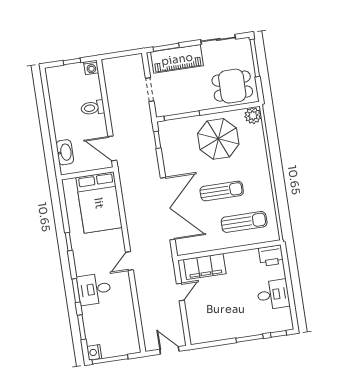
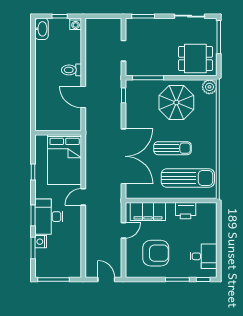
piano: (177, 59) -> (151, 28), removed
toilet: (93, 108) -> (71, 70), moved
washbasin: (65, 152) -> (42, 29), moved
wall: (87, 173) -> (58, 133), moved
bed: (99, 203) -> (65, 160), moved
sun lounger: (244, 222) -> (188, 178), width x1.36, depth x1.34
printer: (271, 256) -> (186, 211), moved
desk: (94, 289) -> (49, 217), width x1.37
desk: (273, 295) -> (204, 256), moved
armchair: (221, 312) -> (156, 253), added
nightstand: (94, 352) -> (41, 242), moved

